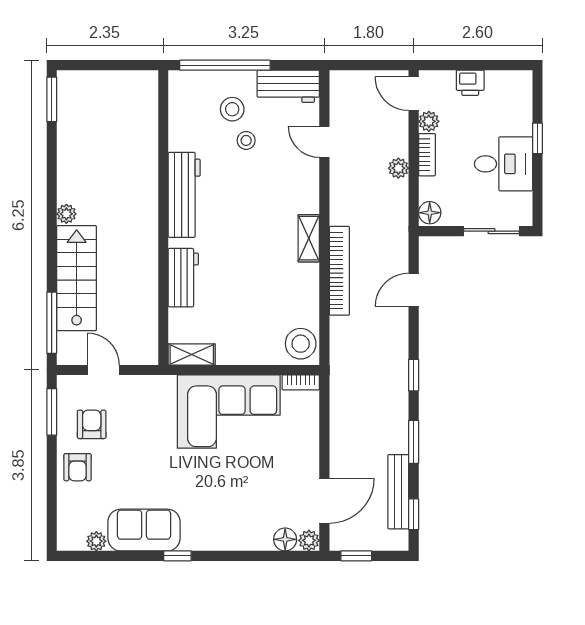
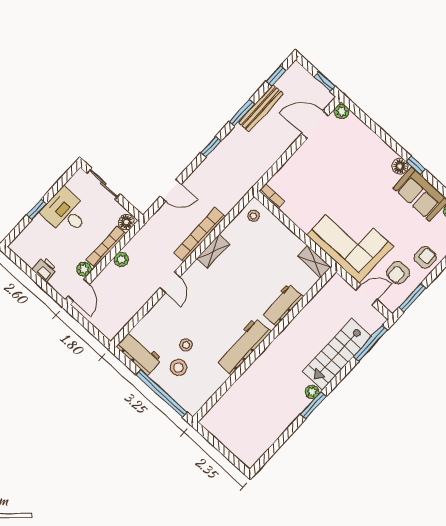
window: (52, 99) -> (314, 405), moved
door: (324, 142) -> (170, 282), moved
bookcase: (427, 155) -> (106, 247), width x1.56
shelving: (309, 238) -> (213, 251), moved
stool: (301, 344) -> (253, 216), width x0.53, depth x0.53
door: (103, 370) -> (366, 295), swing flipped
corner sofa: (229, 412) -> (350, 241), moved
bench: (398, 492) -> (261, 108), moved
floor lamp: (285, 539) -> (400, 166), moved

